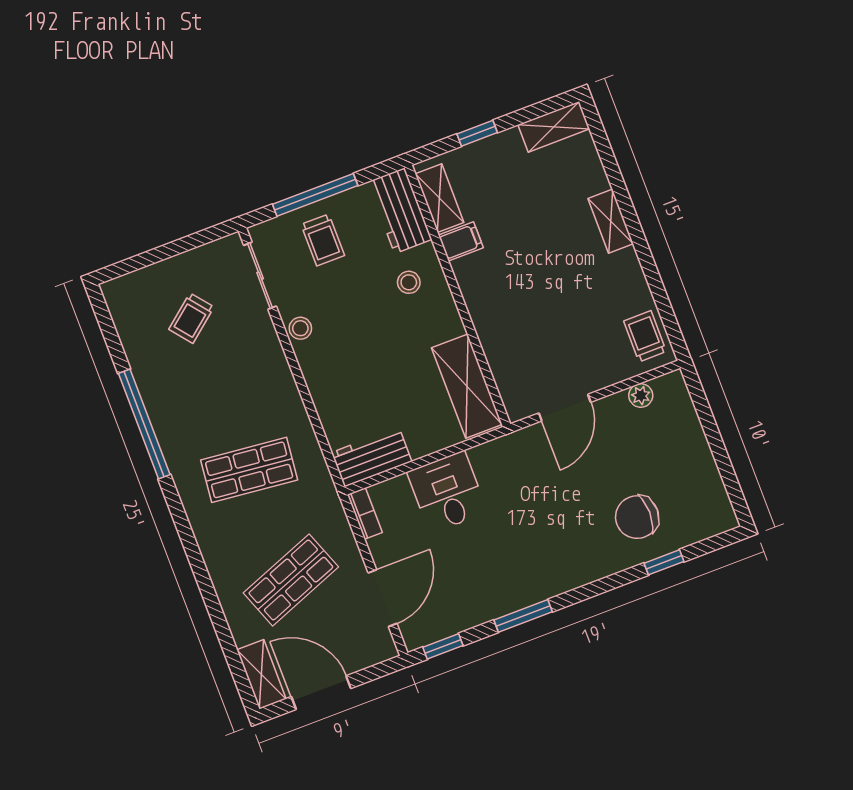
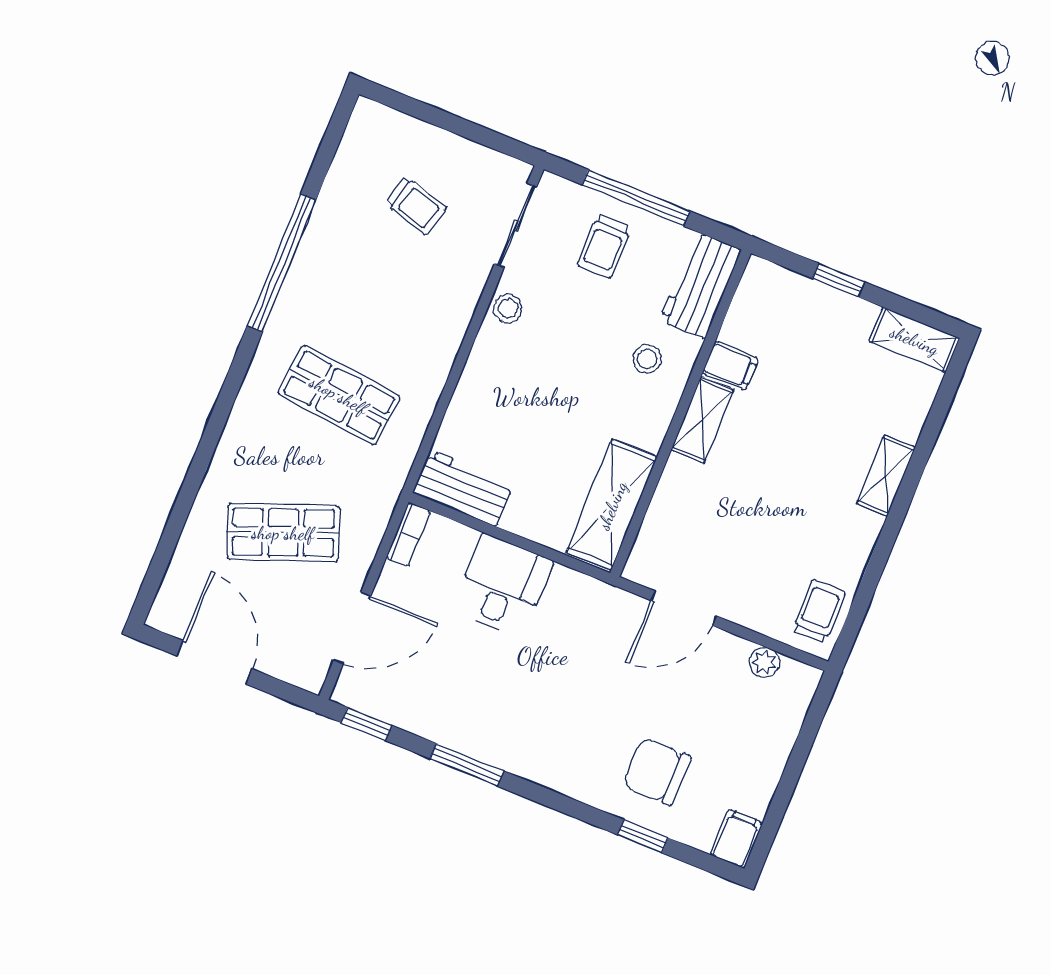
shelving: (439, 198) -> (702, 420), moved
trolley: (191, 318) -> (416, 206), turned -125
filing cabinet: (720, 513) -> (736, 839), added
shelving: (261, 674) -> (175, 594), removed

